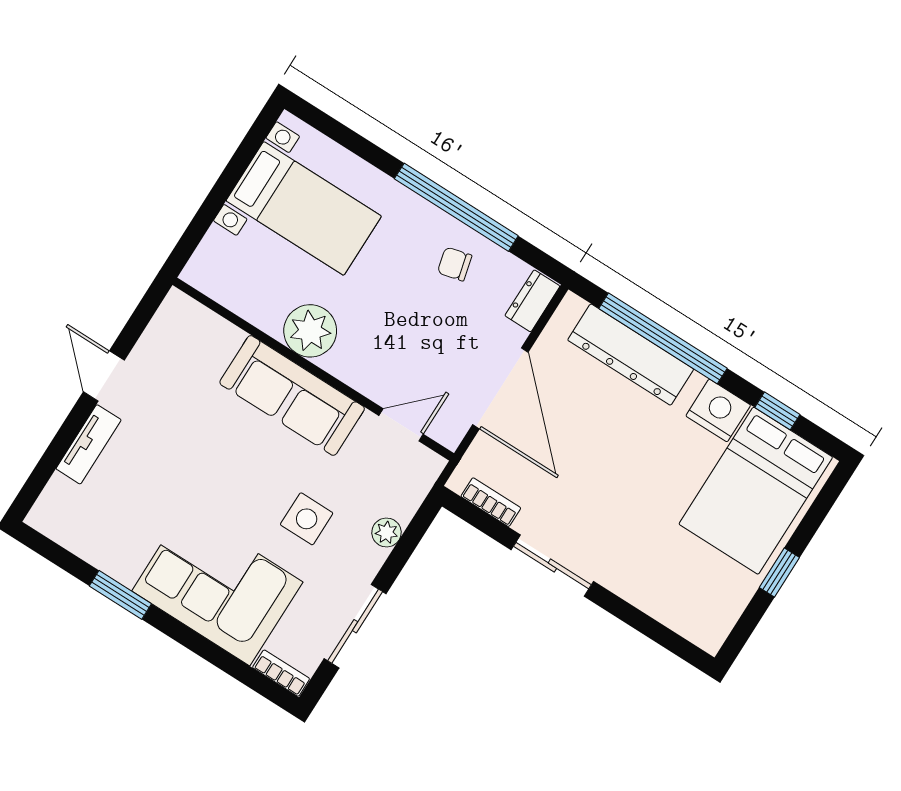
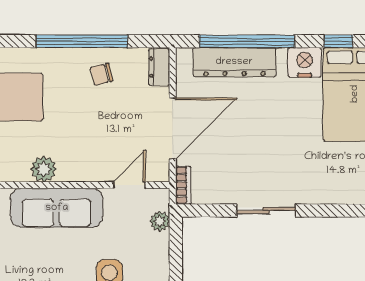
plant: (310, 331) -> (44, 169), width x0.73, depth x0.73
door: (500, 388) -> (173, 128), hinge flipped
bookcase: (491, 502) -> (183, 185), moved, turned 90
plant: (386, 532) -> (160, 221), moved

